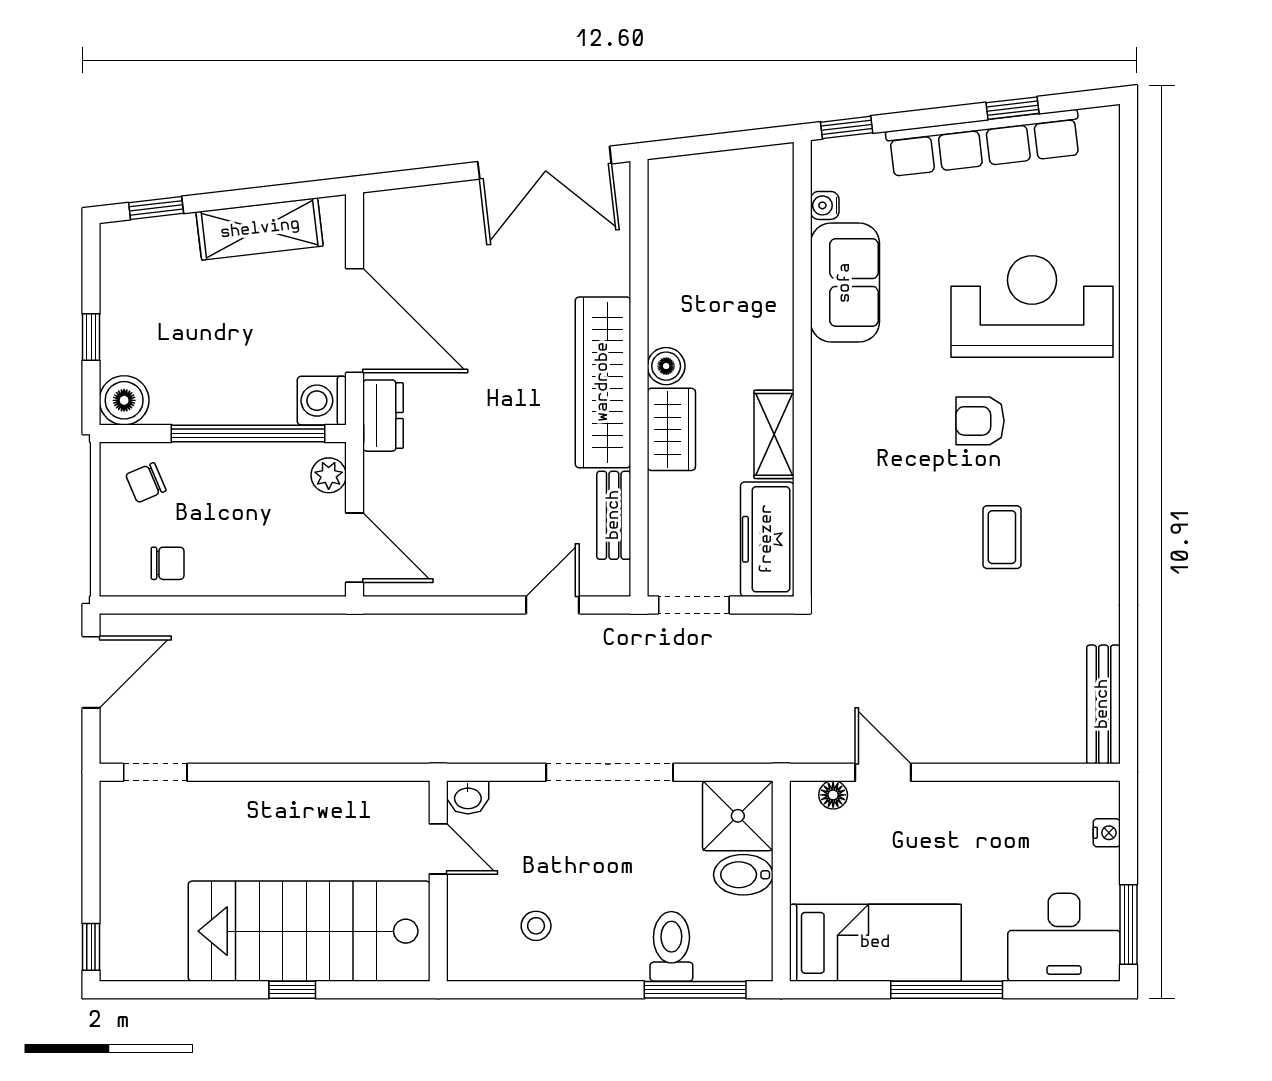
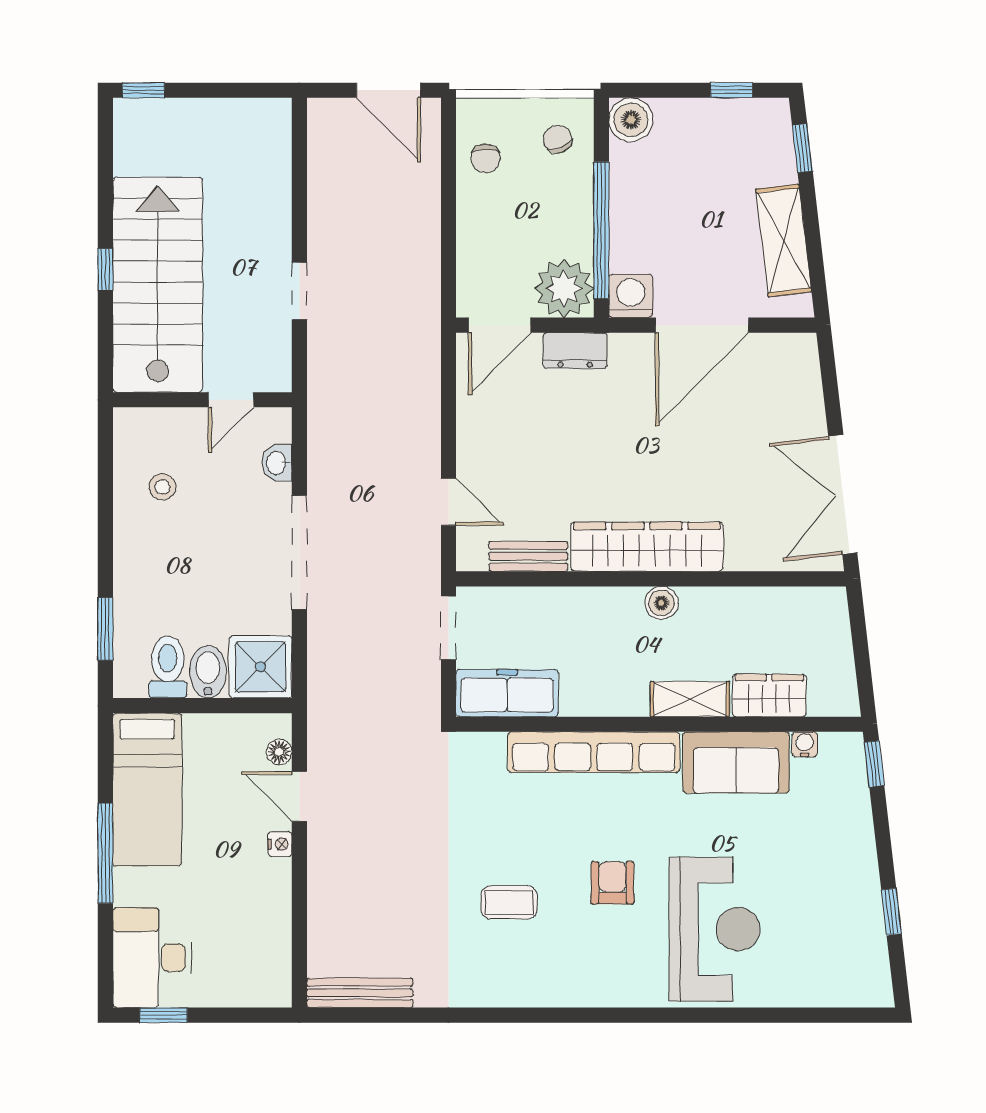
row of seats: (984, 143) -> (594, 752), moved, turned -83
window: (91, 337) -> (732, 90), moved
dresser: (383, 416) -> (575, 351), moved
wardrobe: (671, 429) -> (769, 695), moved, turned 180
shelving: (774, 434) -> (690, 699), moved
plant: (329, 475) -> (564, 288), width x1.87, depth x1.87
doorway: (155, 772) -> (299, 291), moved
door: (883, 772) -> (299, 796), swing flipped
washbasin: (468, 797) -> (277, 463), moved
nightstand: (1107, 833) -> (280, 844), moved, turned -90
window: (1129, 924) -> (164, 1015), width x0.67
toilet: (671, 946) -> (168, 667), moved, turned -90
window: (695, 990) -> (105, 629), width x0.69

